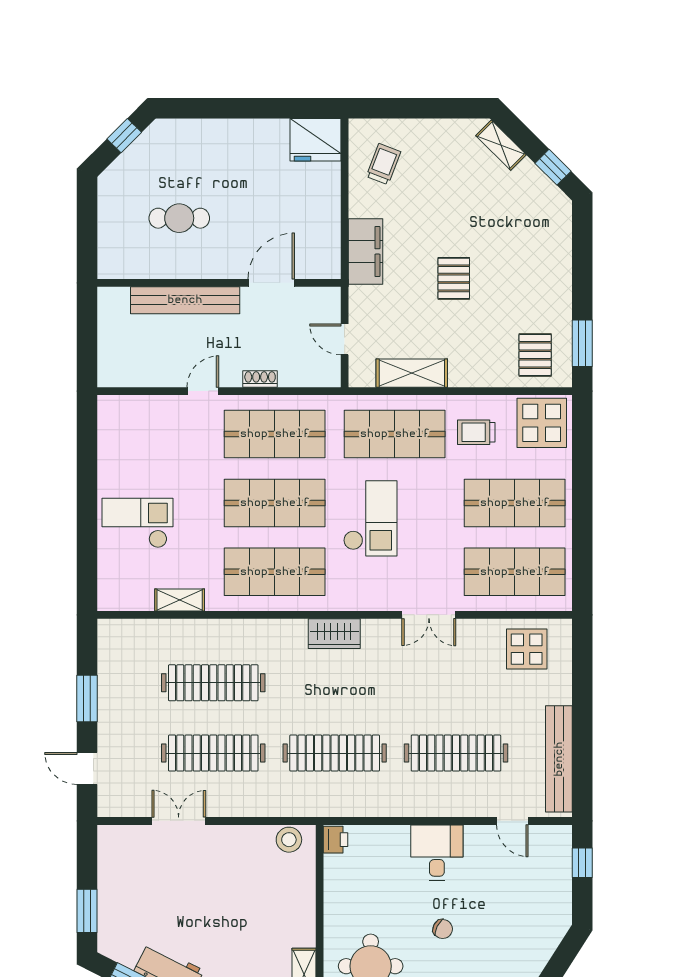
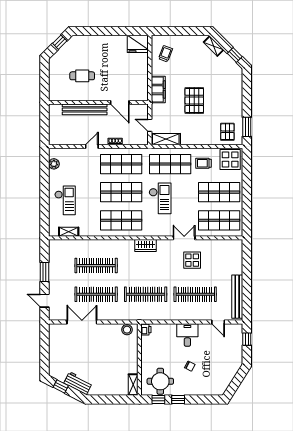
pallet: (454, 278) -> (194, 100), width x1.50, depth x1.42
door: (271, 283) -> (120, 102), swing flipped
shelving: (412, 373) -> (166, 139), moved
plant: (110, 434) -> (54, 164), added
checkout: (137, 523) -> (65, 200), turned 90
shelving: (180, 600) -> (69, 232), moved
double door: (429, 615) -> (184, 238), swing flipped
display table: (527, 649) -> (192, 260), moved
double door: (179, 821) -> (82, 322), width x1.37
window: (87, 911) -> (44, 359), removed

